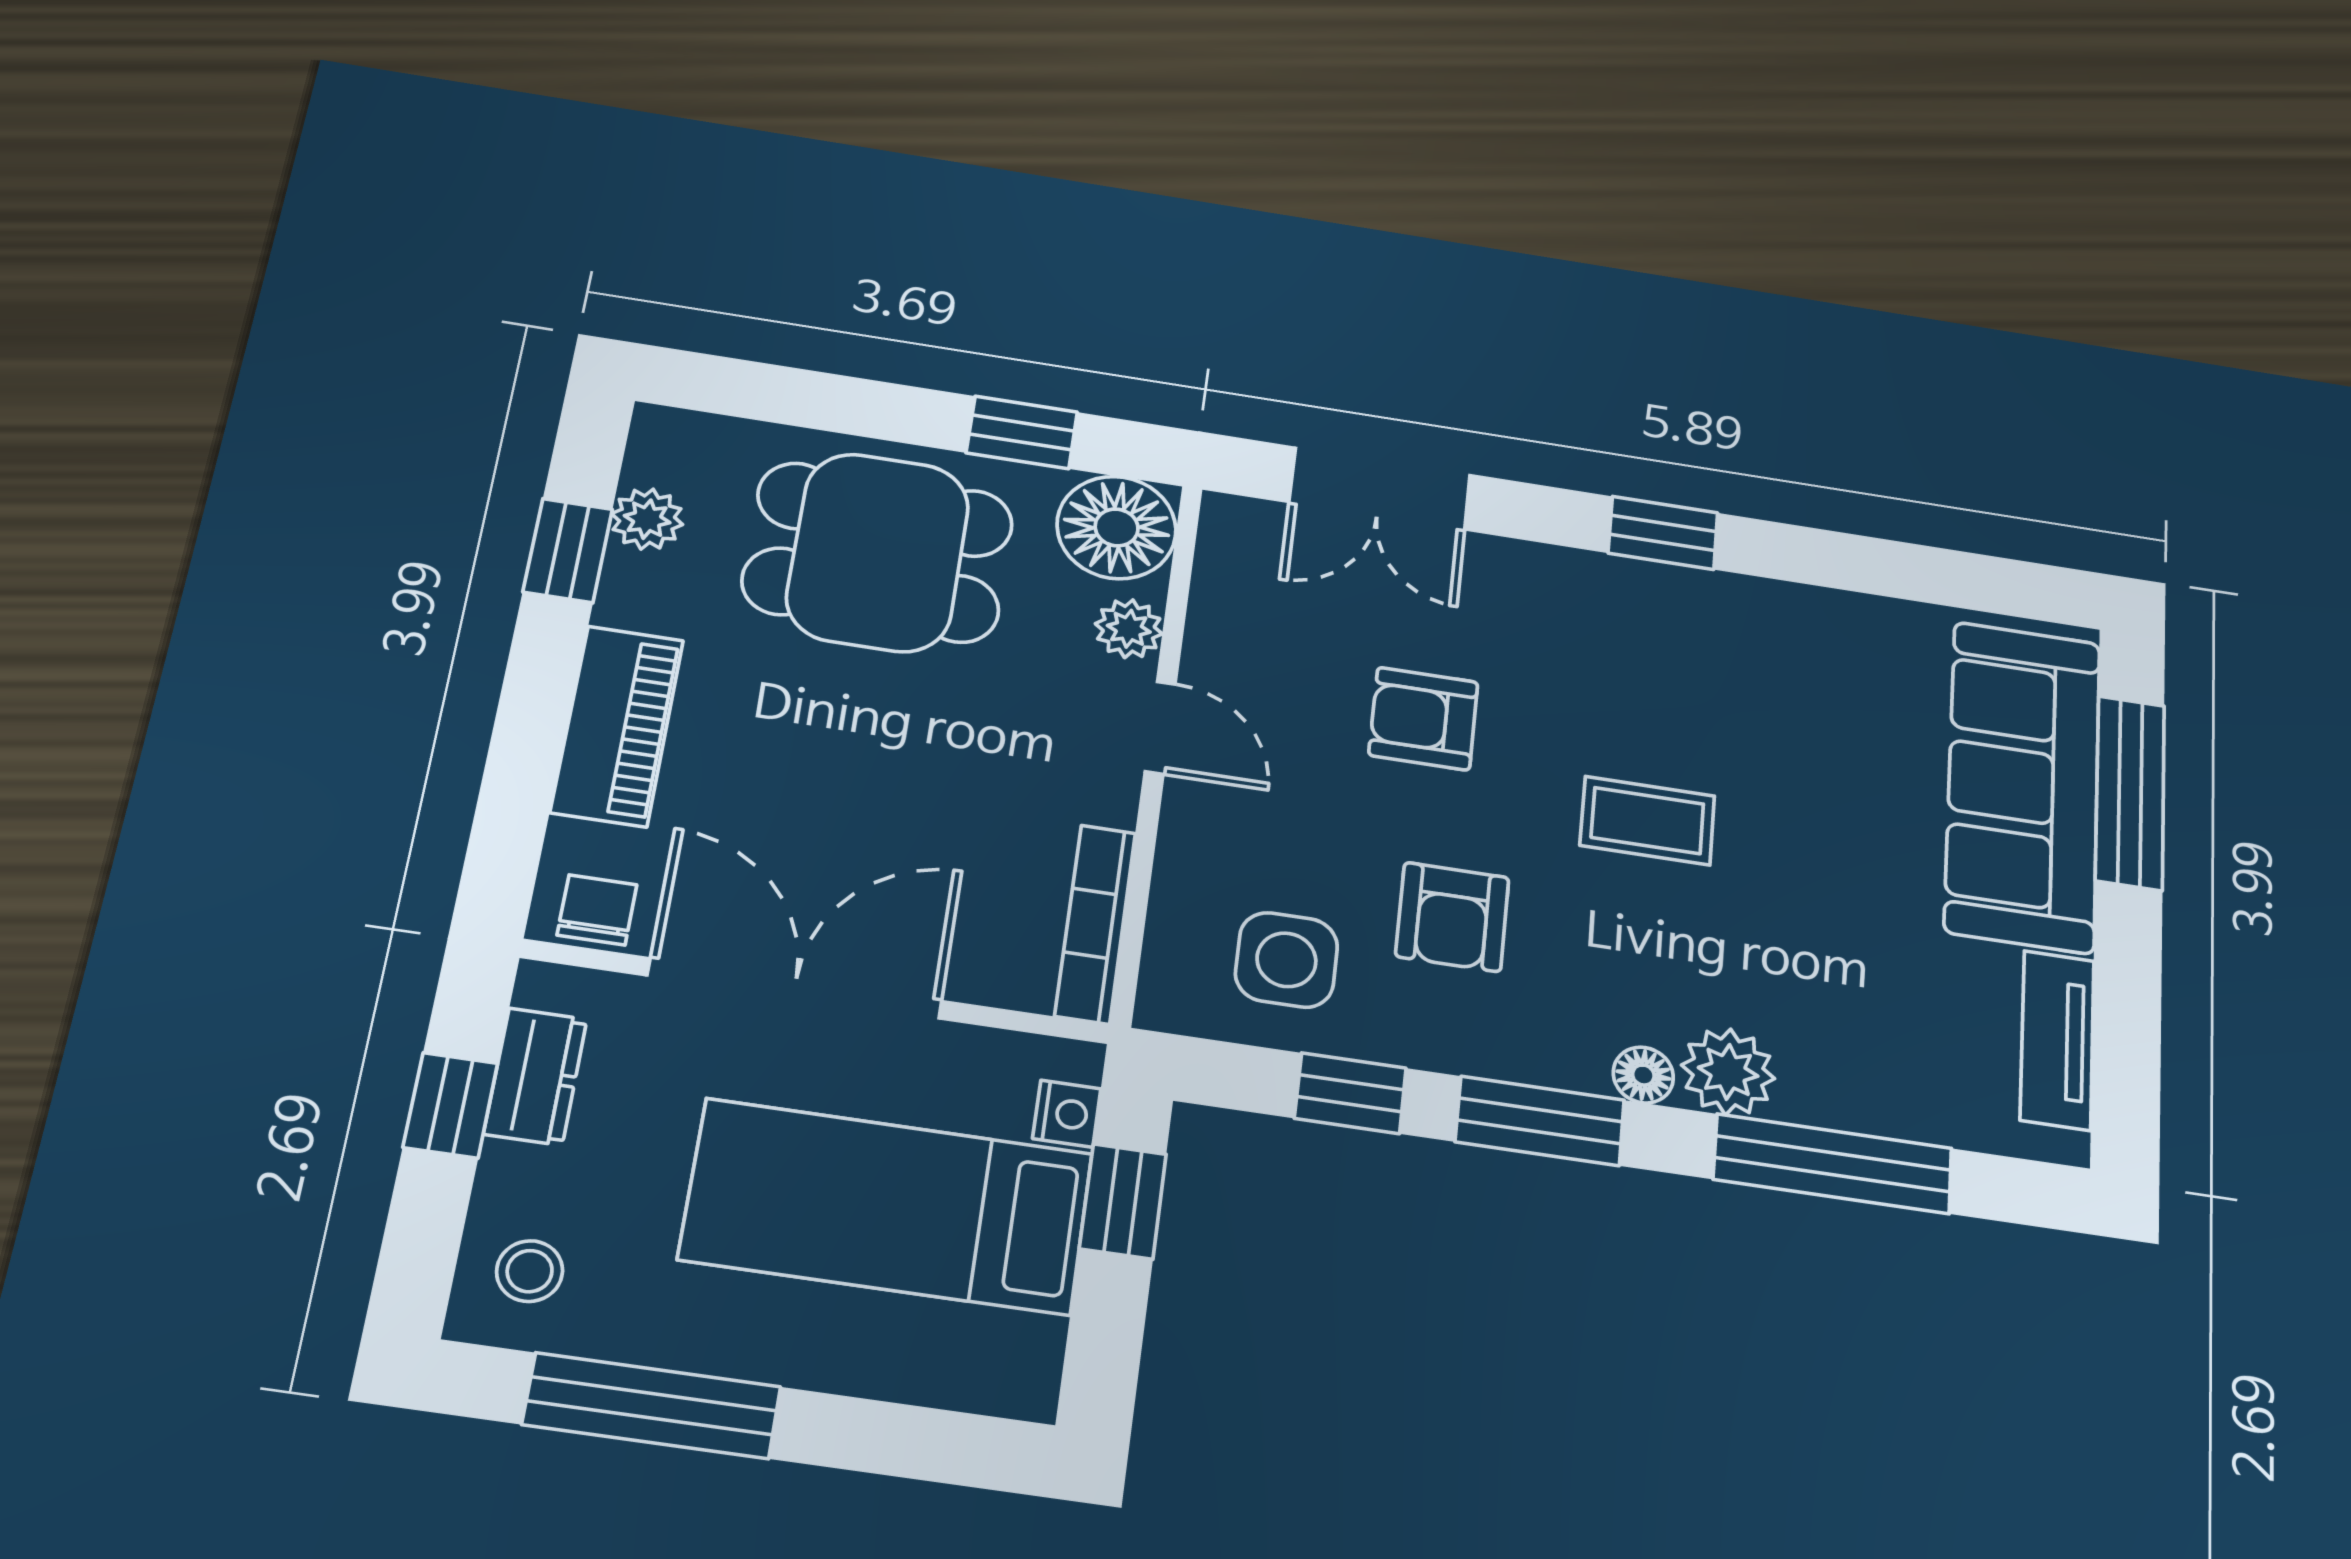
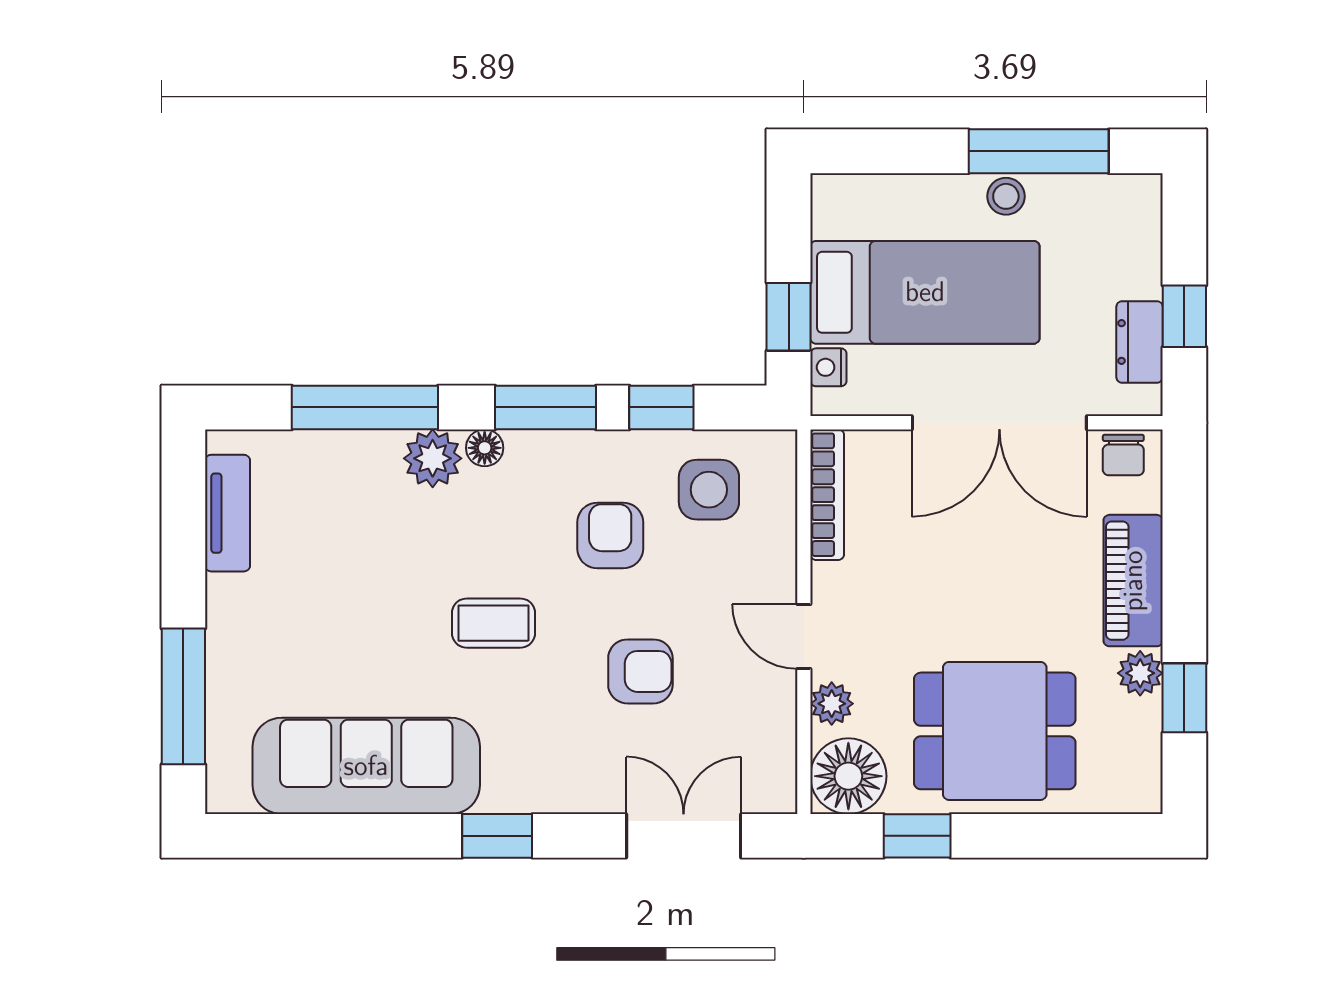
plant: (647, 519) -> (1140, 673), moved
sofa: (2023, 786) -> (366, 766), moved, turned -90
stool: (530, 1271) -> (1006, 196), moved

